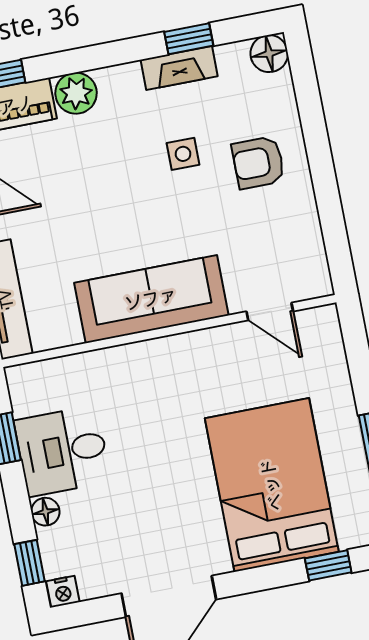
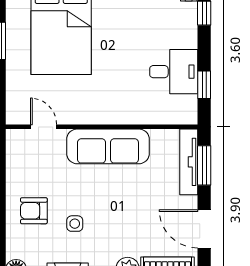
armchair: (258, 162) -> (34, 211), turned 180
floor lamp: (45, 512) -> (190, 40), removed

